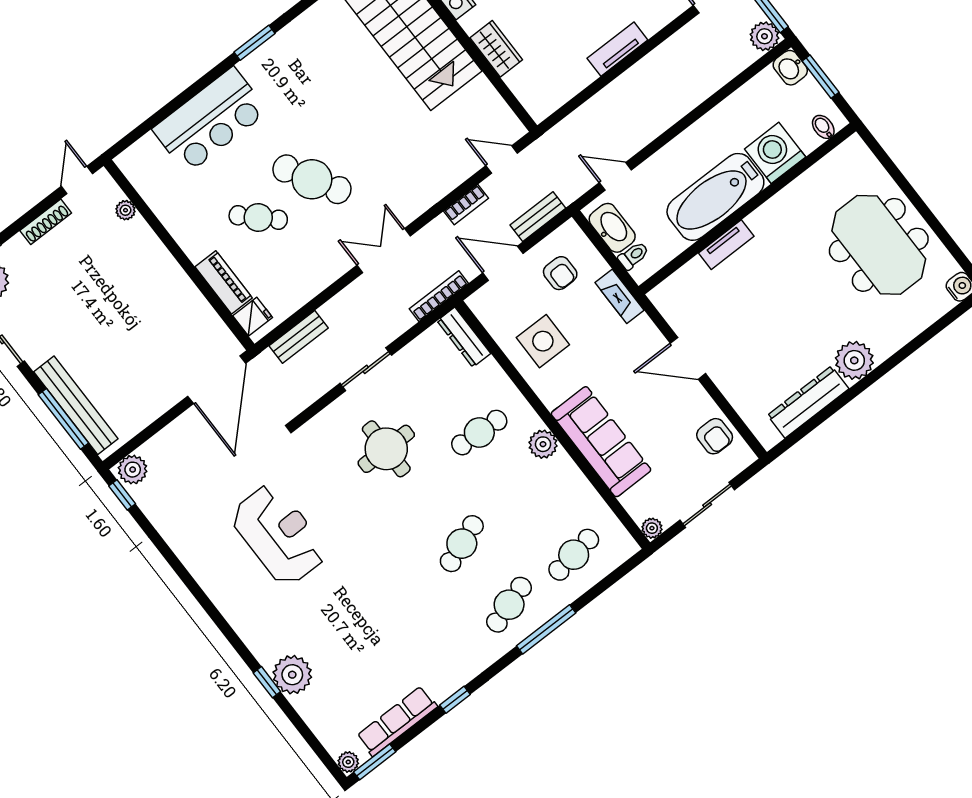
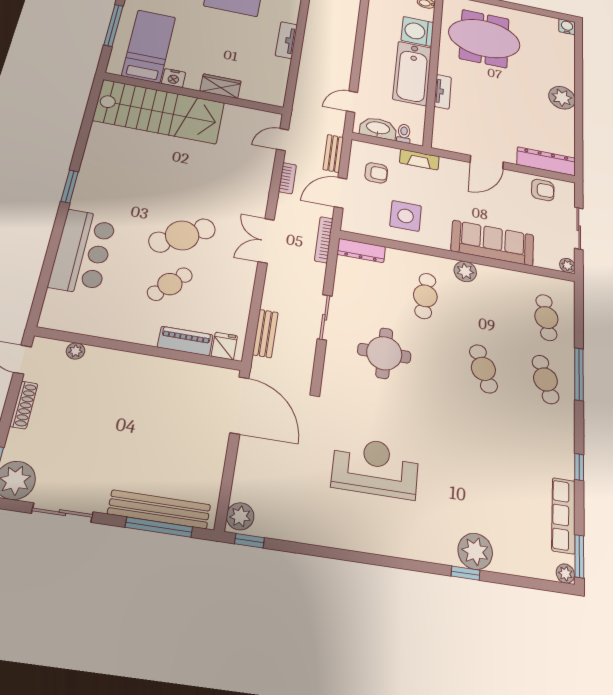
meeting table: (879, 245) -> (484, 39), moved
dresser: (808, 402) -> (546, 161), moved, turned 90

